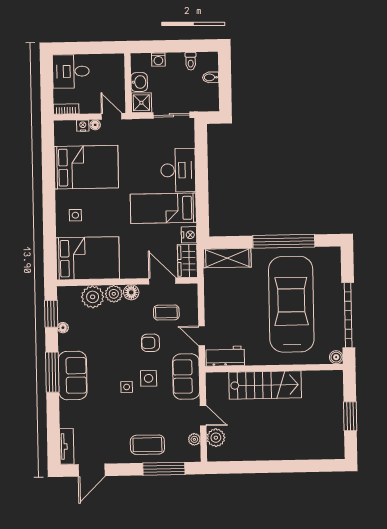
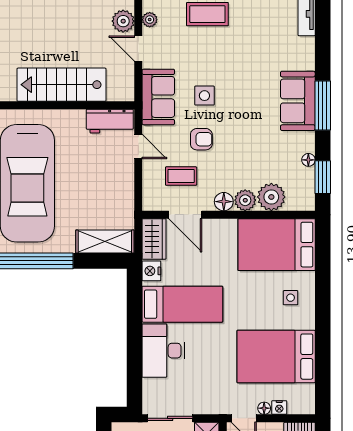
side table: (127, 387) -> (232, 85), removed

